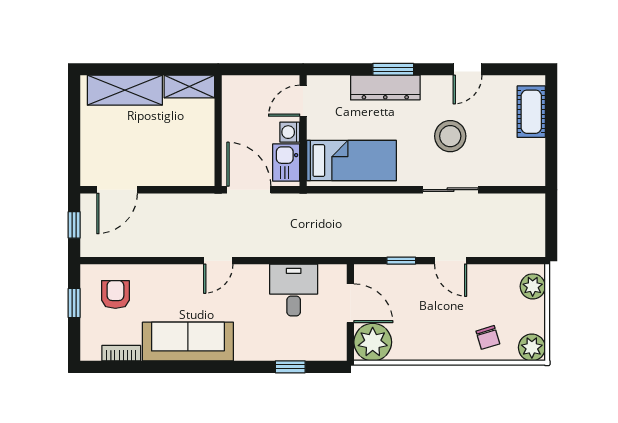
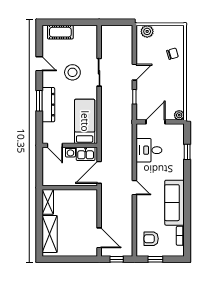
plant: (373, 342) -> (179, 115), width x0.53, depth x0.53
plant: (532, 347) -> (177, 32), removed

